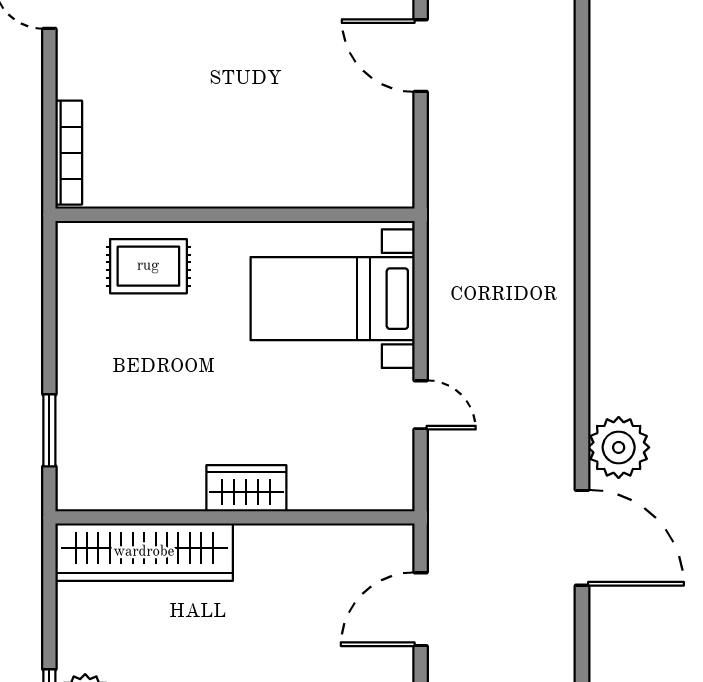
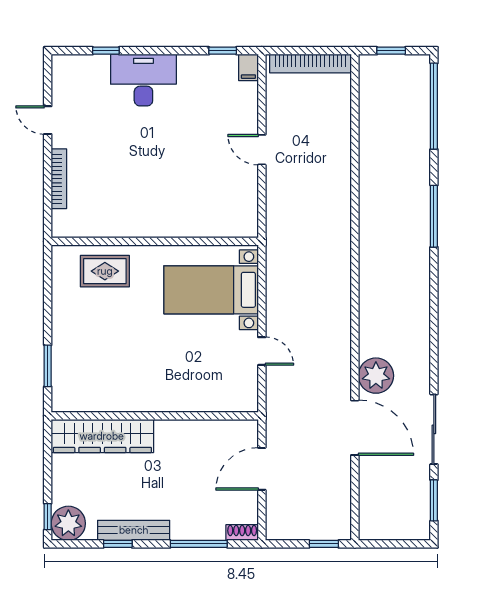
door: (421, 56) -> (262, 150), width x0.73
bookcase: (69, 153) -> (59, 179), moved
wardrobe: (246, 488) -> (161, 399), removed

